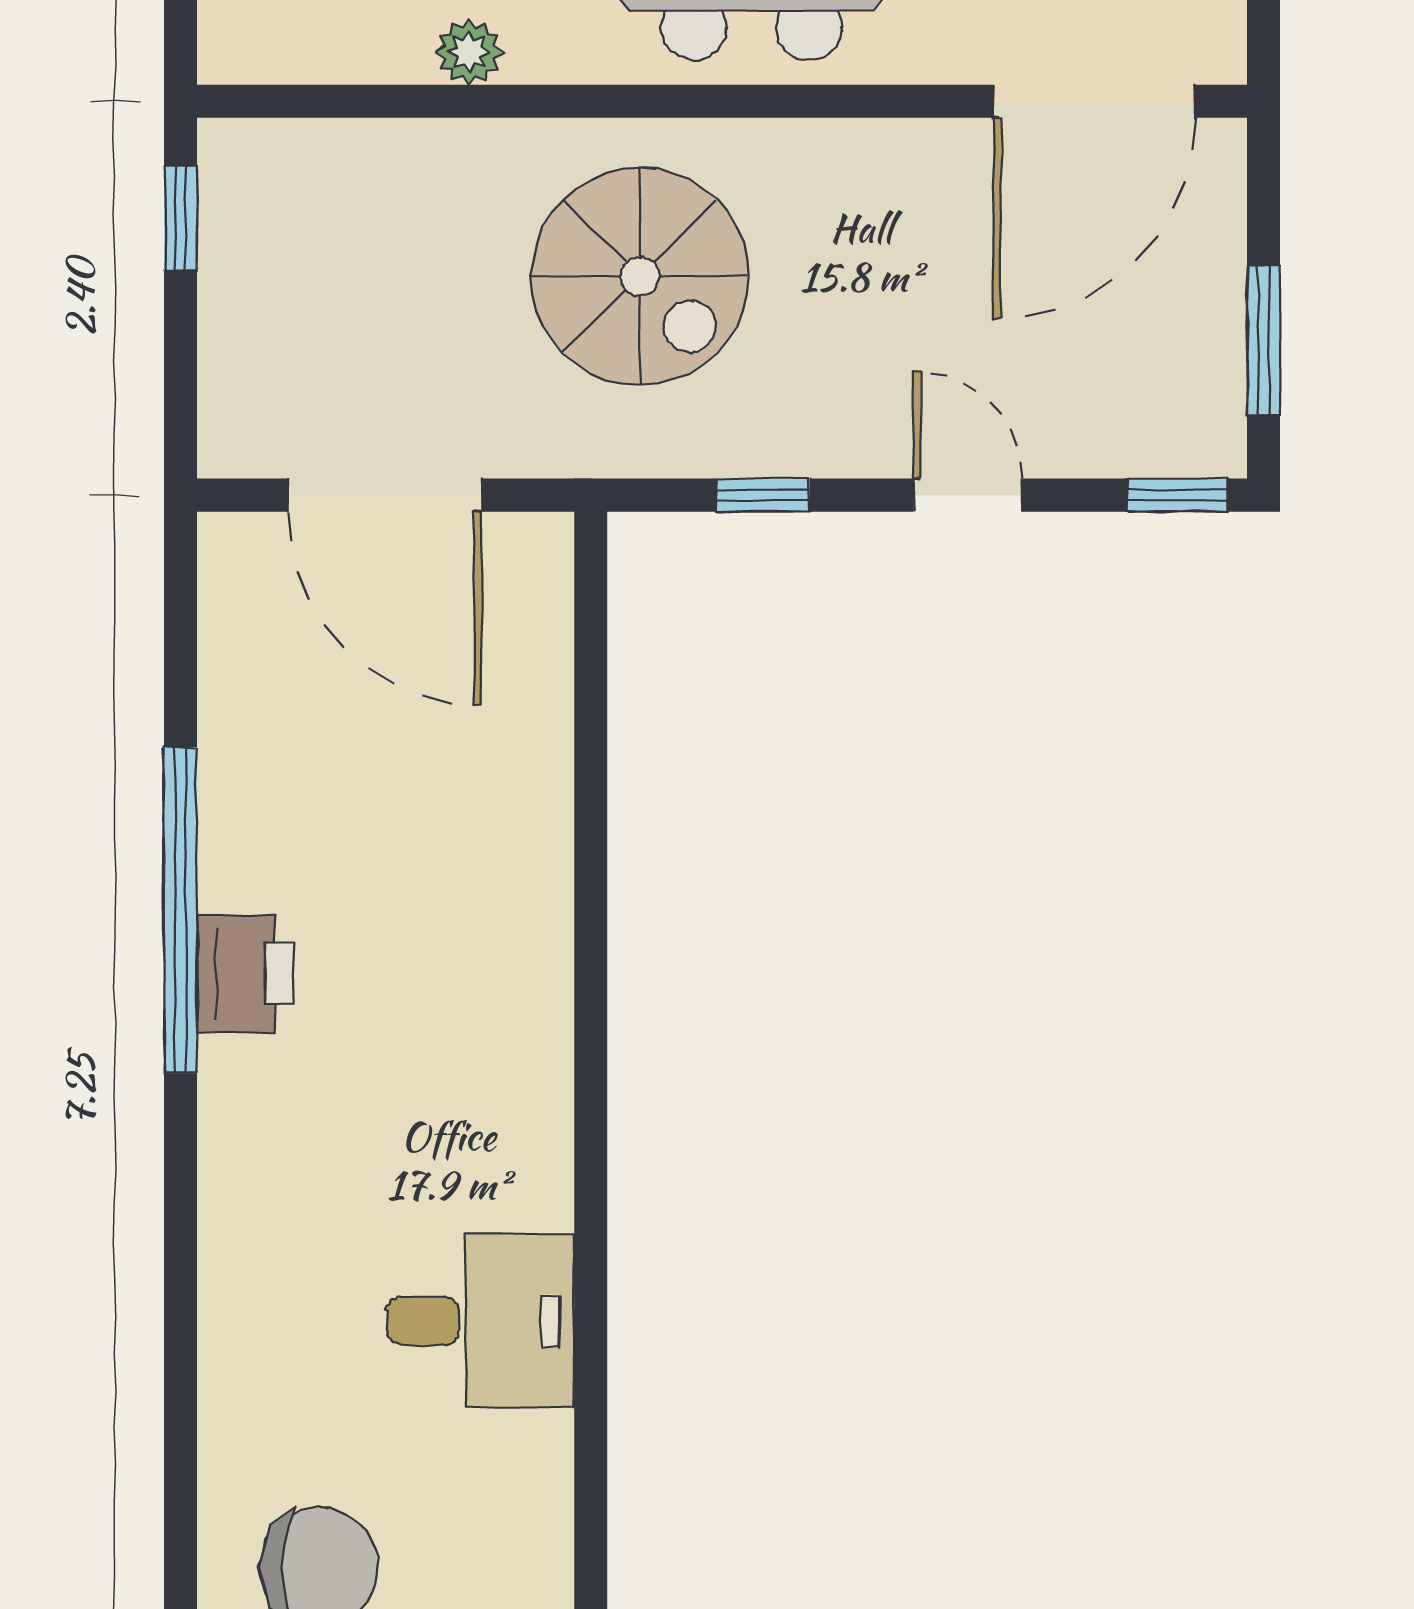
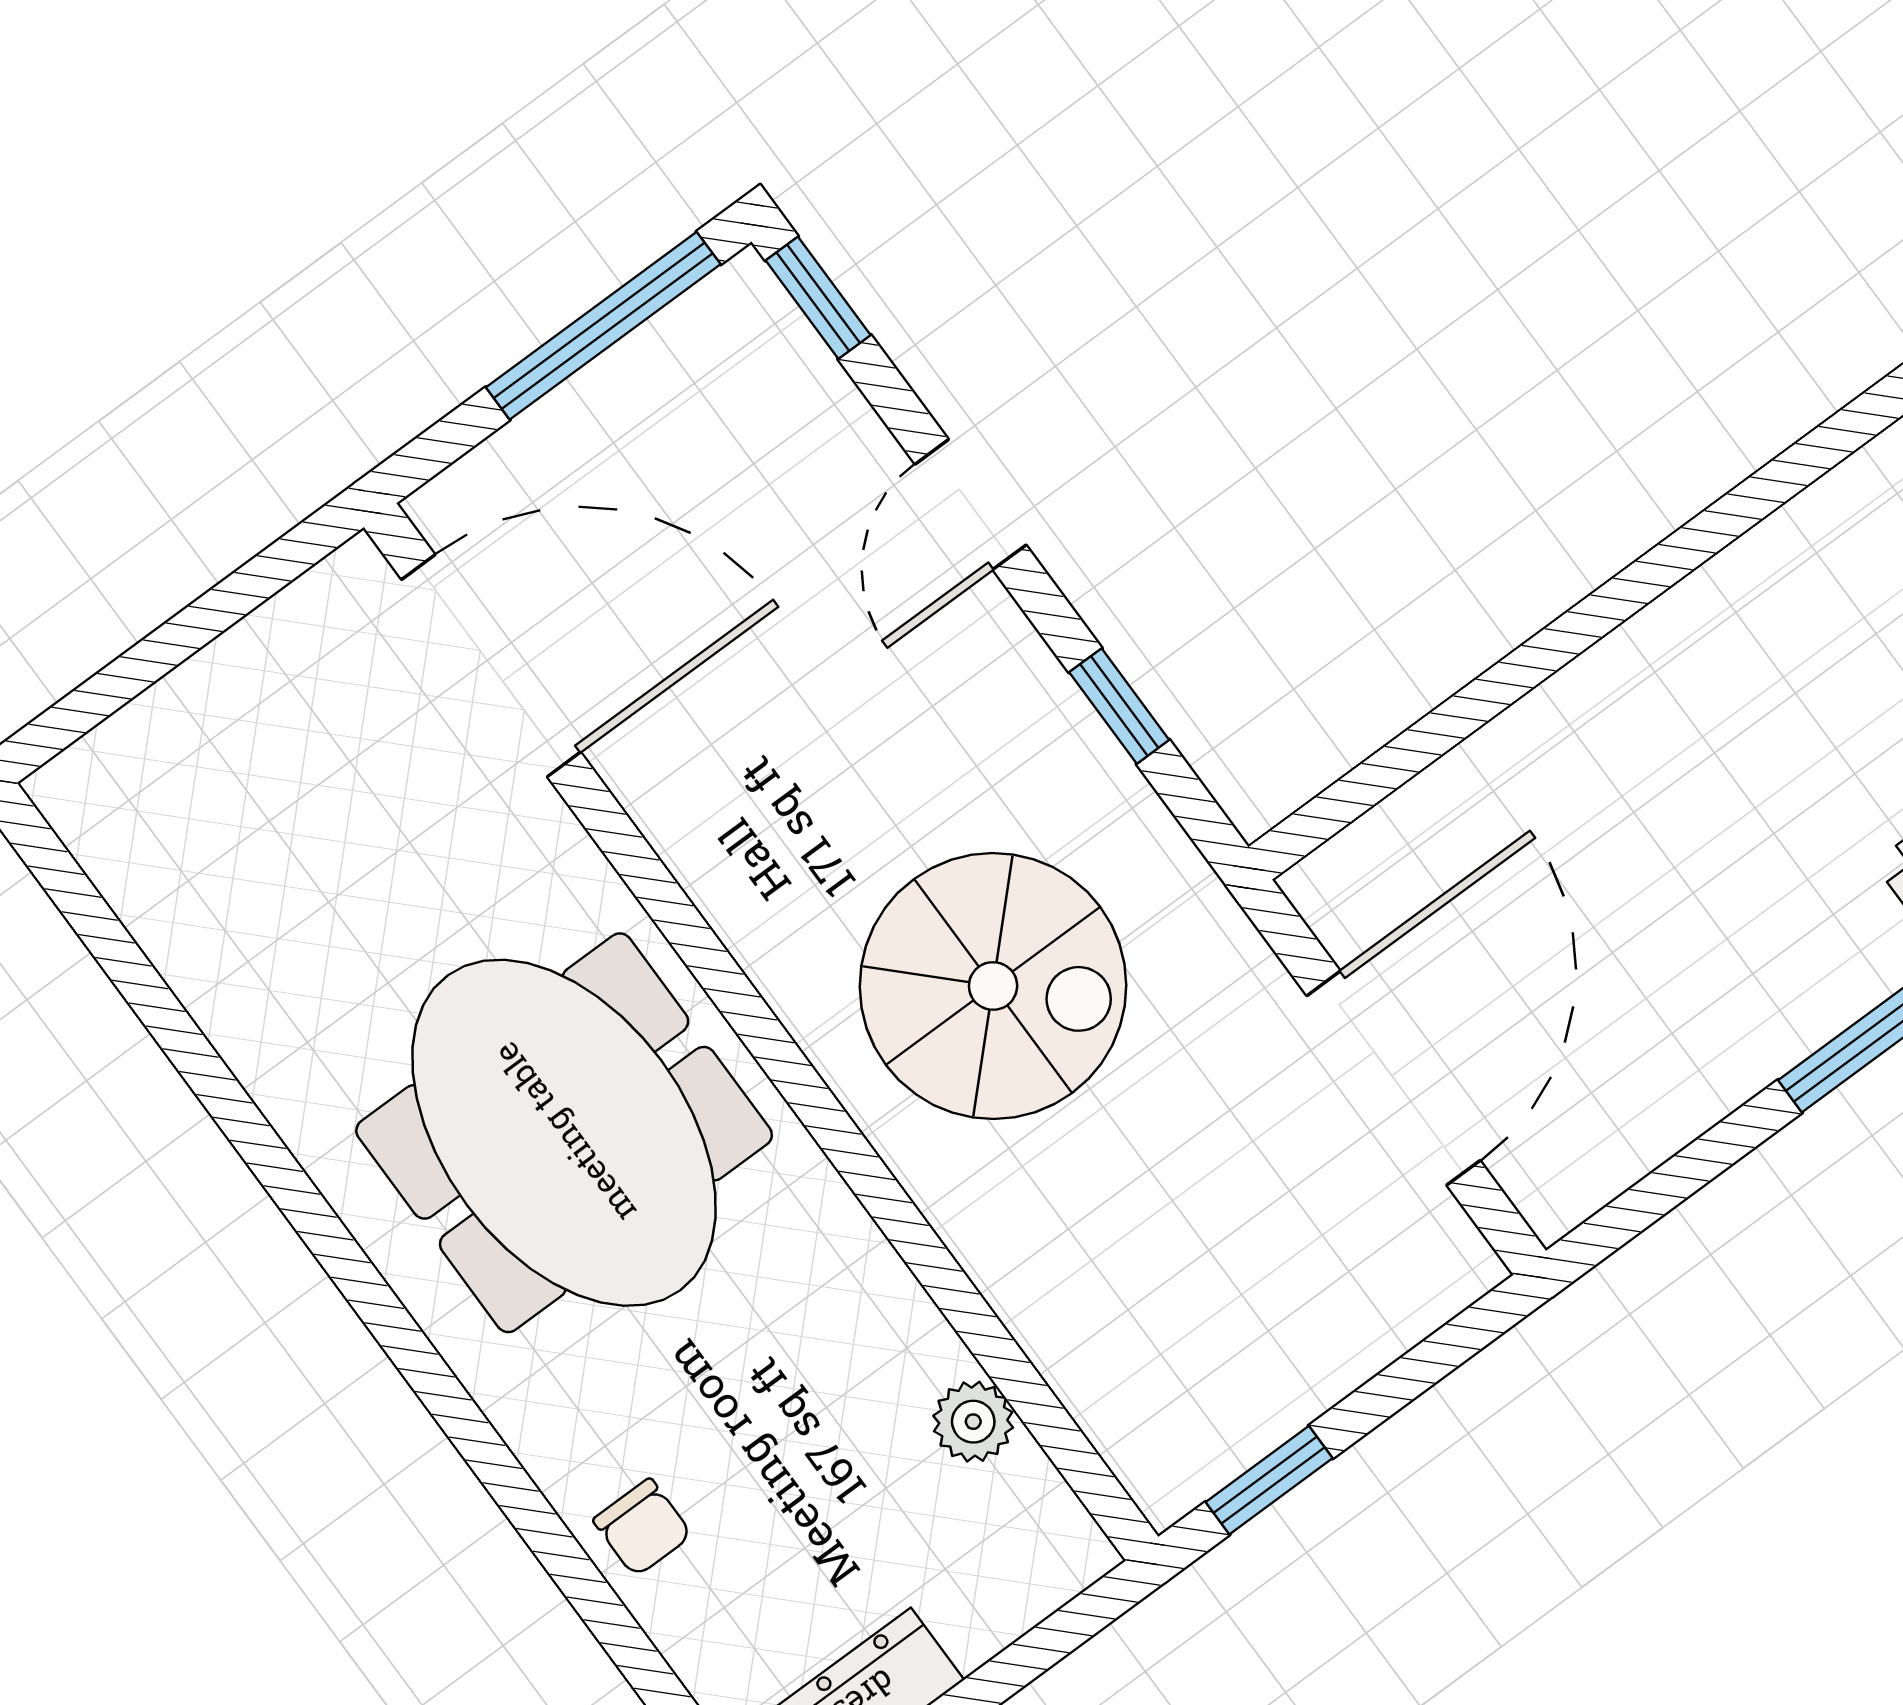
plant: (469, 52) -> (973, 1422), moved
spiral stairs: (640, 276) -> (993, 986), turned 90
window: (1264, 340) -> (603, 326), width x1.44

